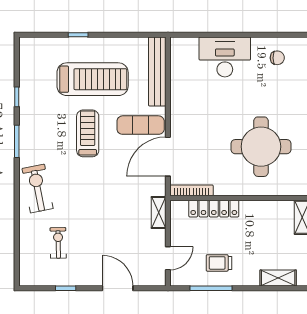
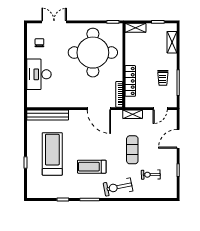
exercise mat: (141, 125) -> (132, 150), moved
treadmill: (88, 133) -> (92, 167), moved
round table: (261, 147) -> (93, 53), width x1.36, depth x1.36
door: (168, 258) -> (160, 109), swing flipped

